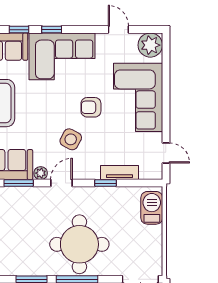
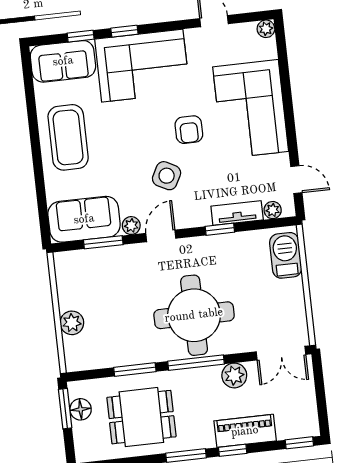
plant: (150, 45) -> (266, 29), width x0.53, depth x0.53
armchair: (91, 107) -> (189, 130), turned -90
plant: (146, 173) -> (273, 210), added

